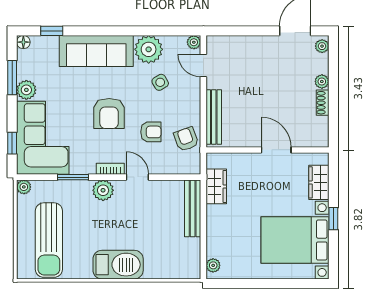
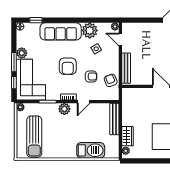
window: (12, 78) -> (14, 62), moved
door: (137, 177) -> (84, 102), swing flipped
wardrobe: (216, 186) -> (127, 136), moved
barbecue: (118, 265) -> (91, 150), moved

